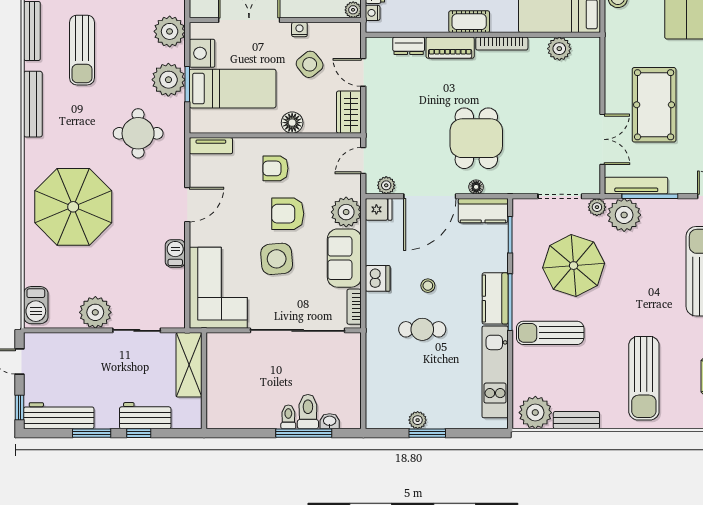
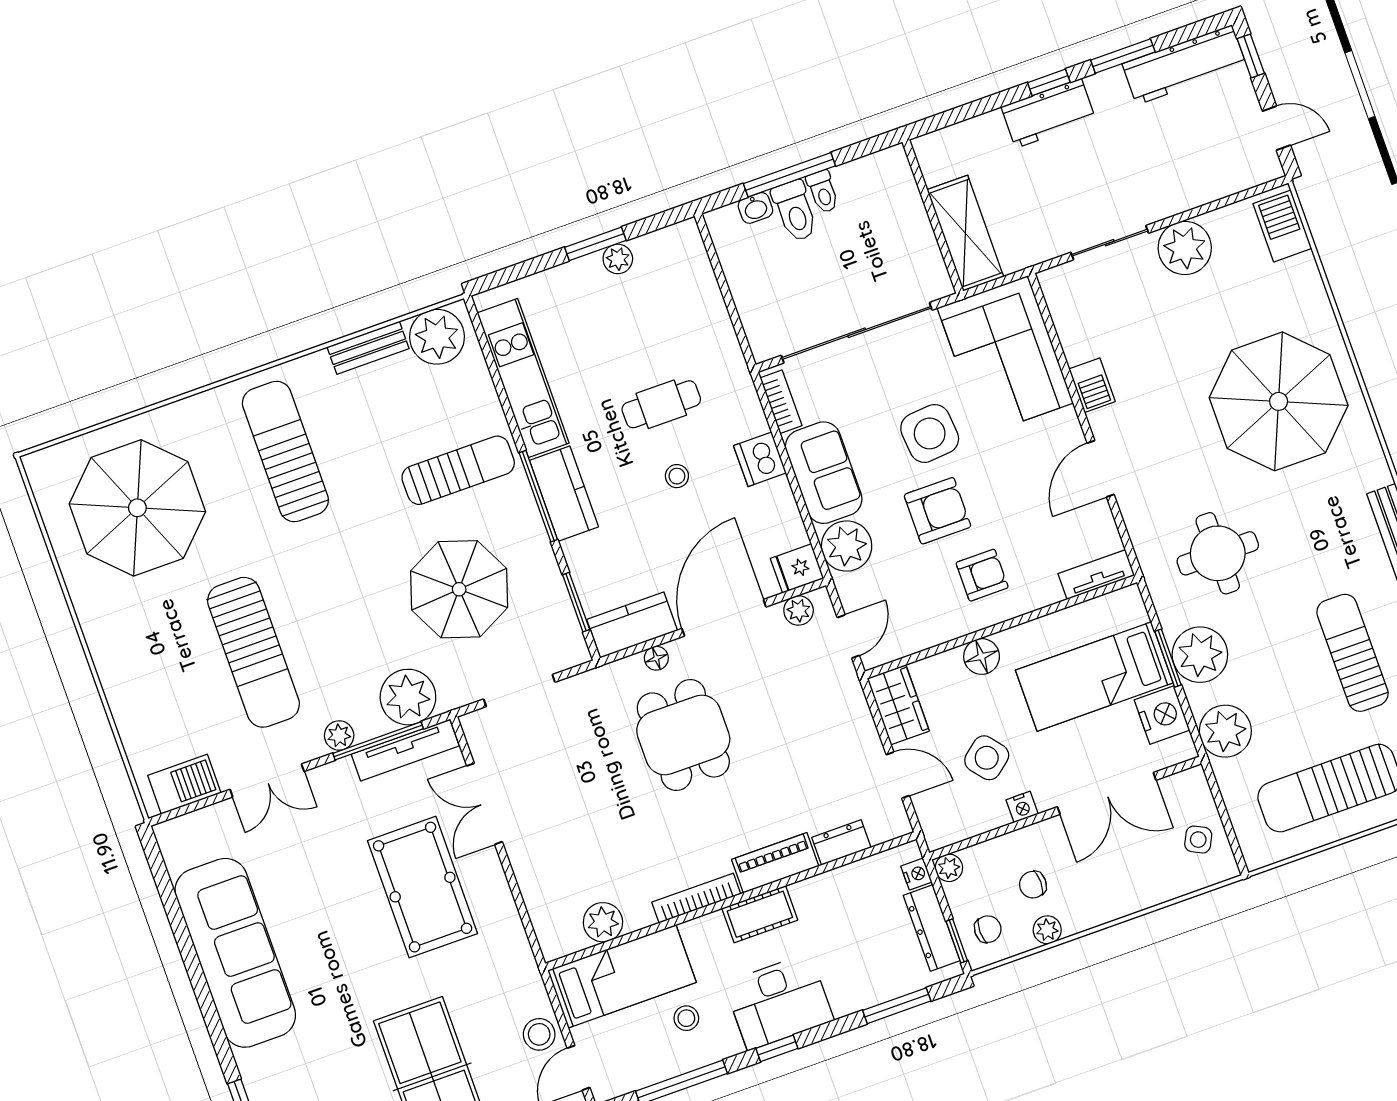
plant: (597, 207) -> (339, 735), moved
shelving: (189, 365) -> (965, 233), moved
wall: (204, 381) -> (933, 217), moved

